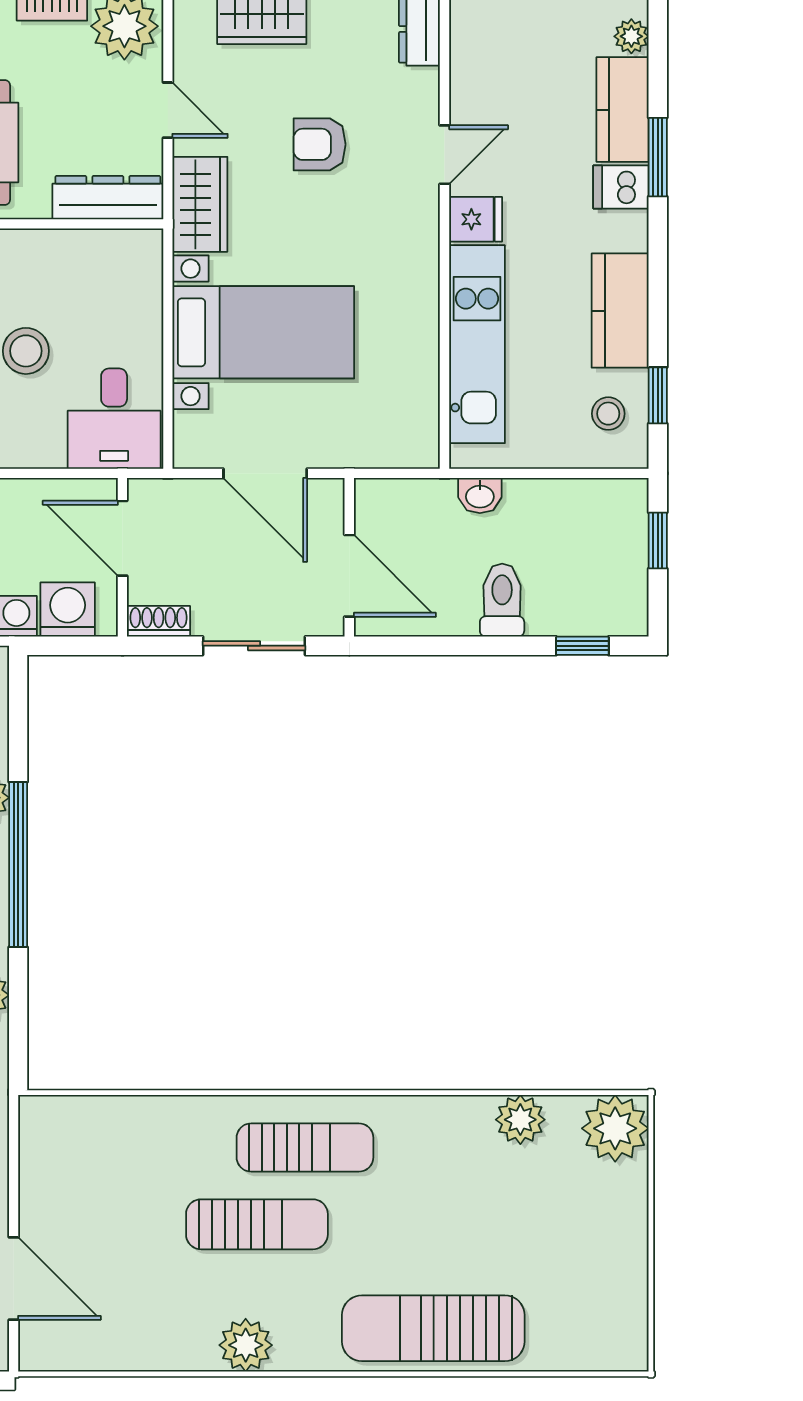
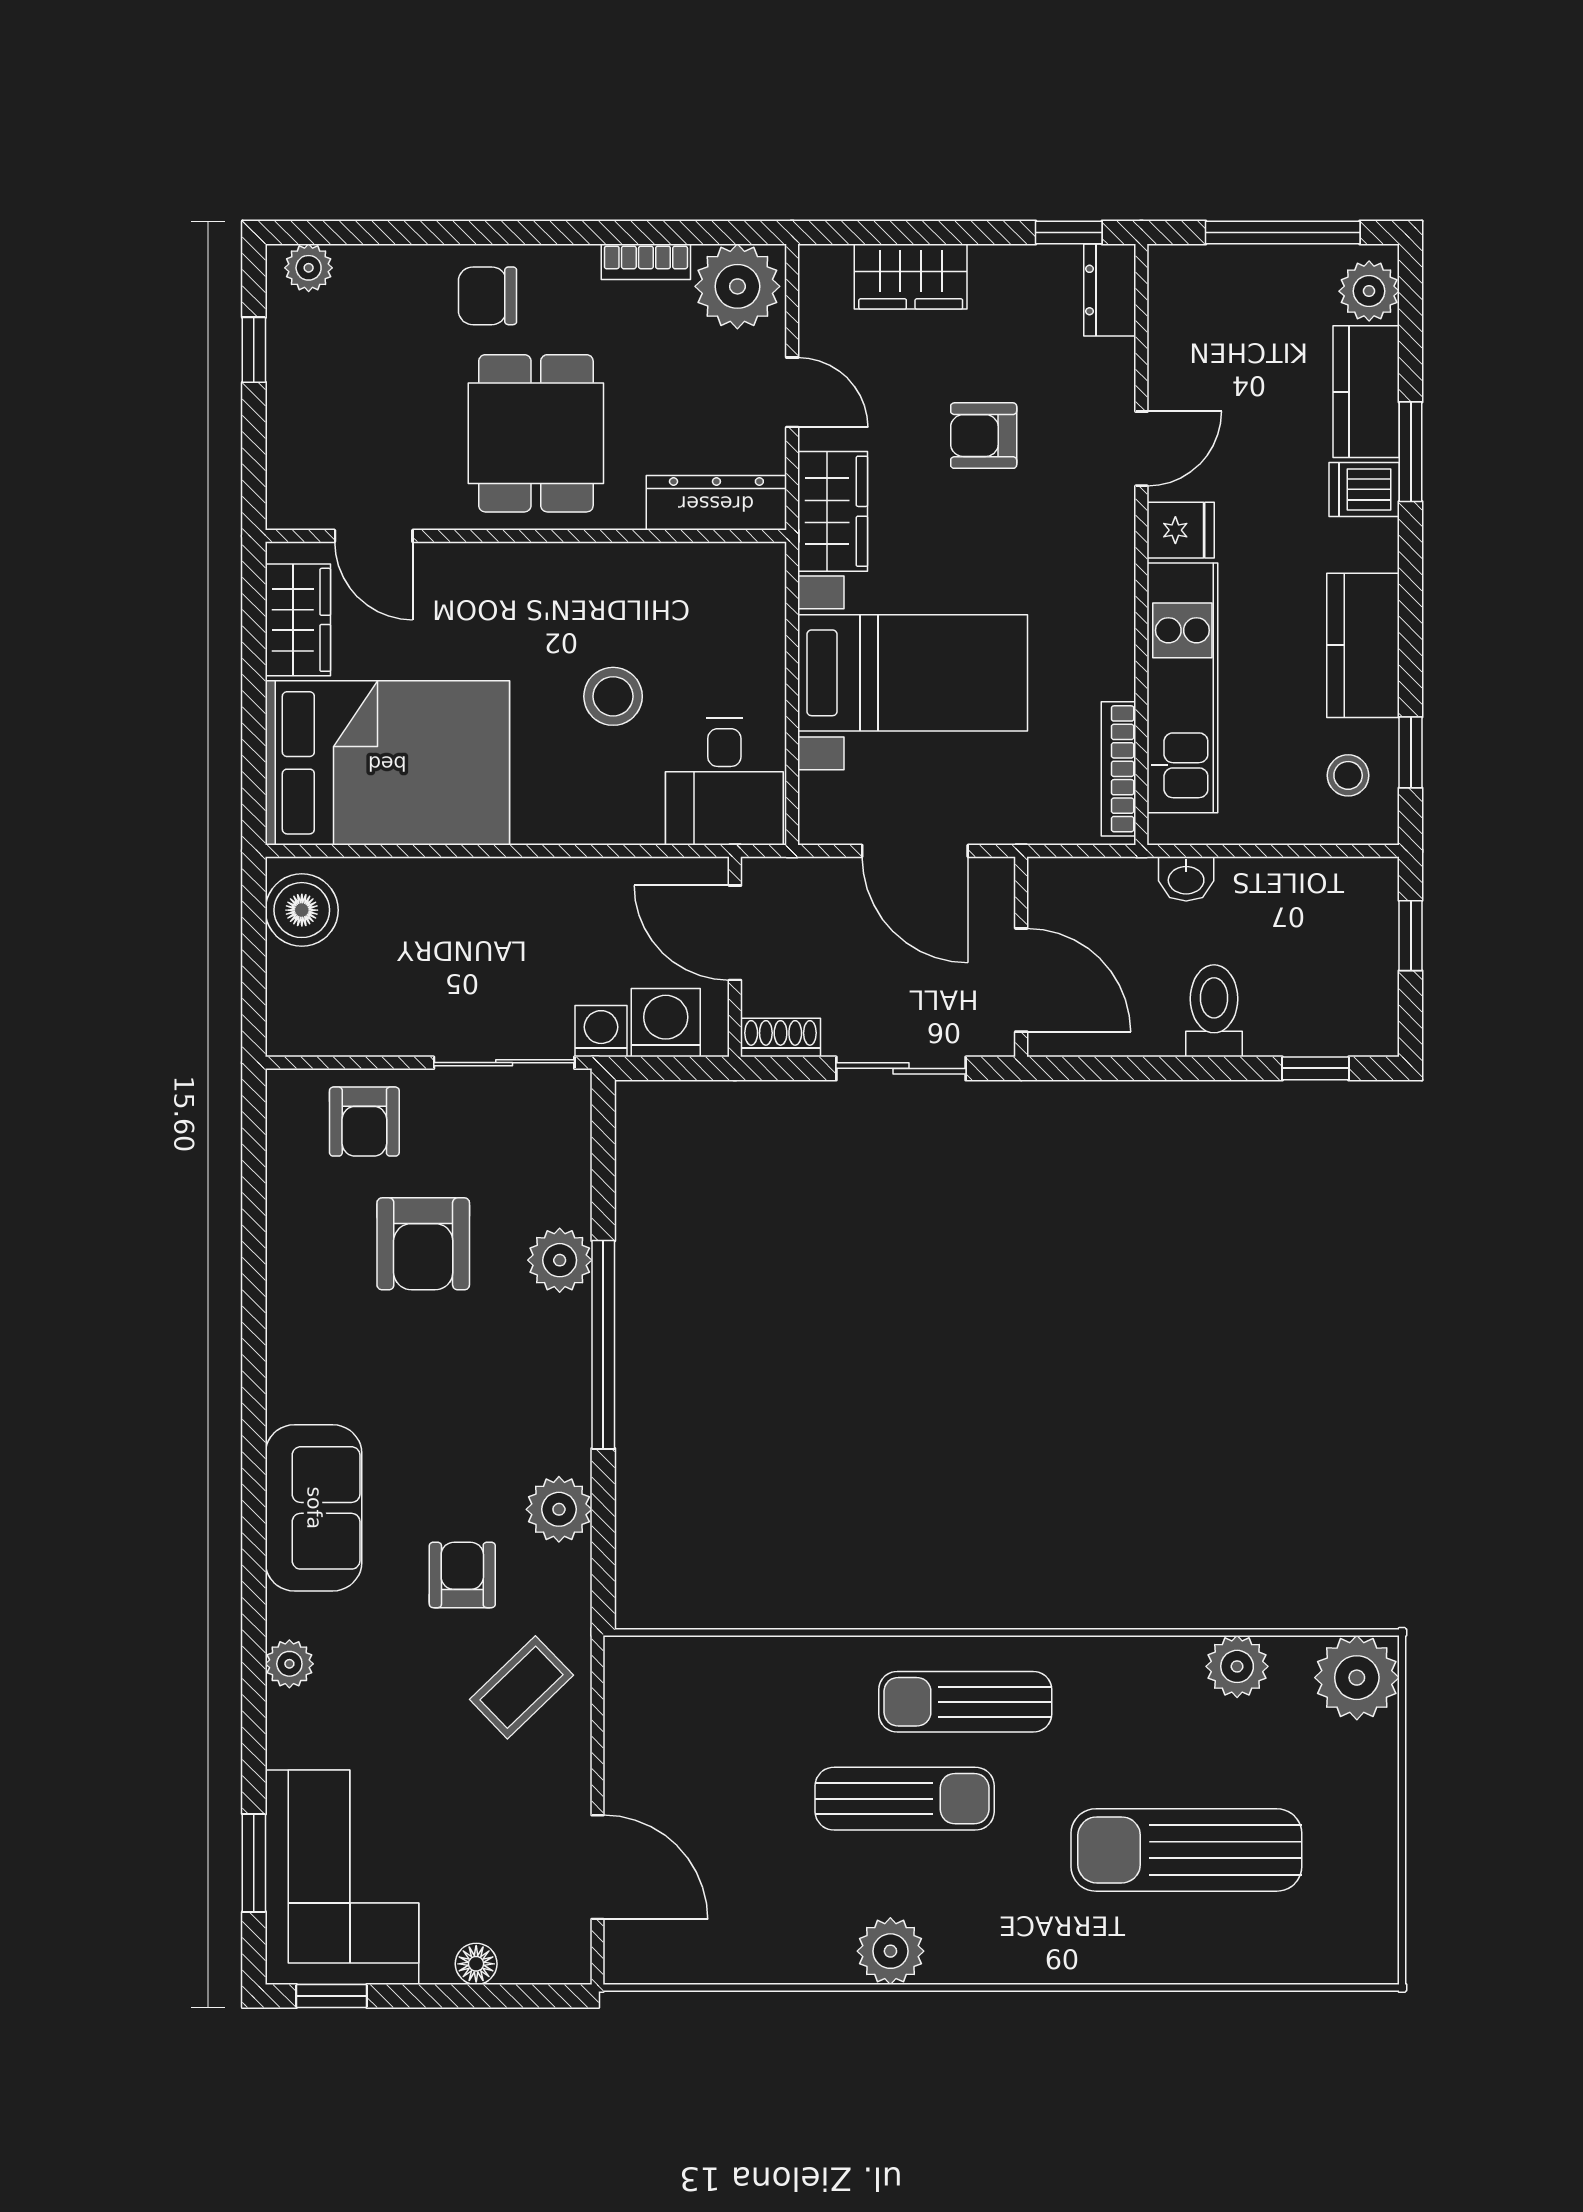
plant: (631, 36) -> (1369, 291), width x1.38, depth x1.38
bookcase: (426, 408) -> (1118, 769), added
sun lounger: (305, 1148) -> (965, 1702), turned 180
sun lounger: (433, 1328) -> (1186, 1850), moved

